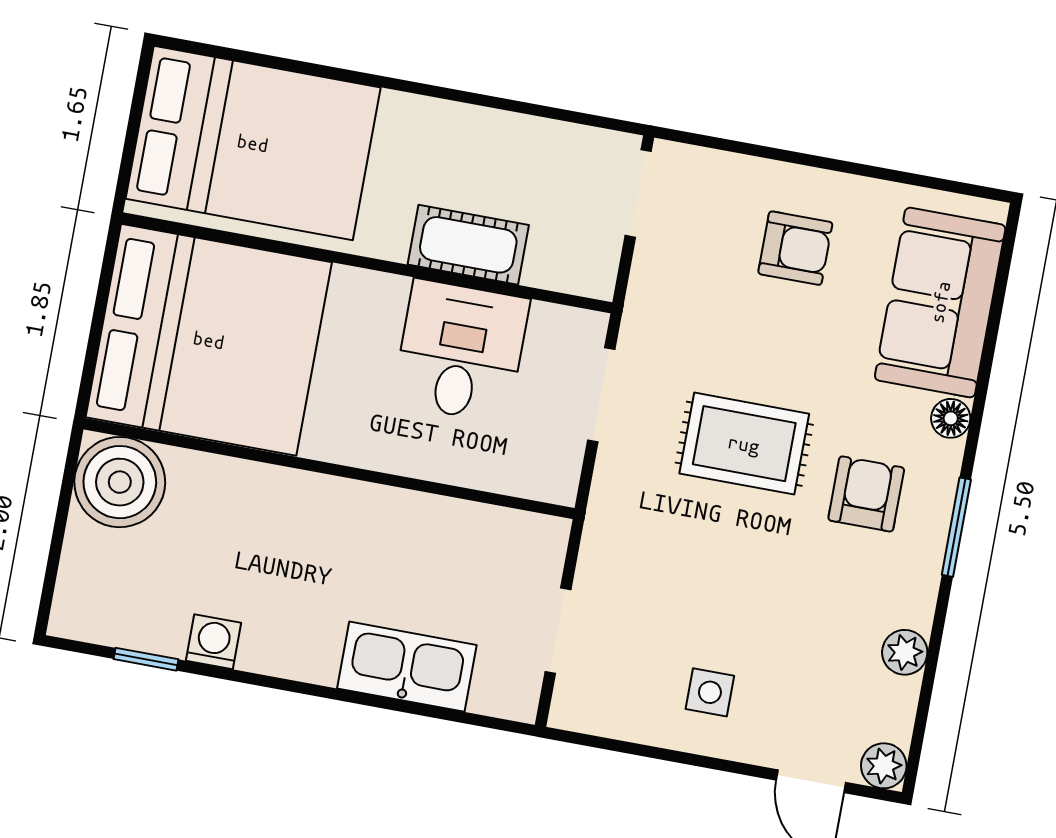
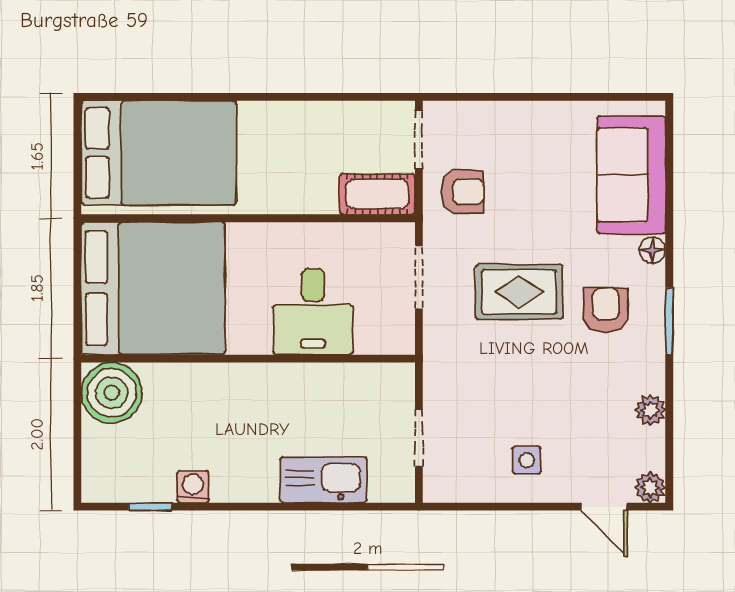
cot: (468, 245) -> (377, 194), moved
armchair: (795, 248) -> (462, 192), moved
desk: (461, 351) -> (313, 312), moved, turned 180

